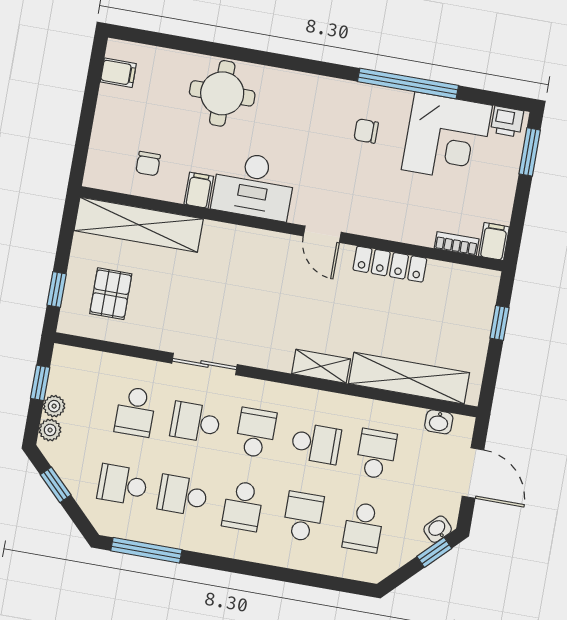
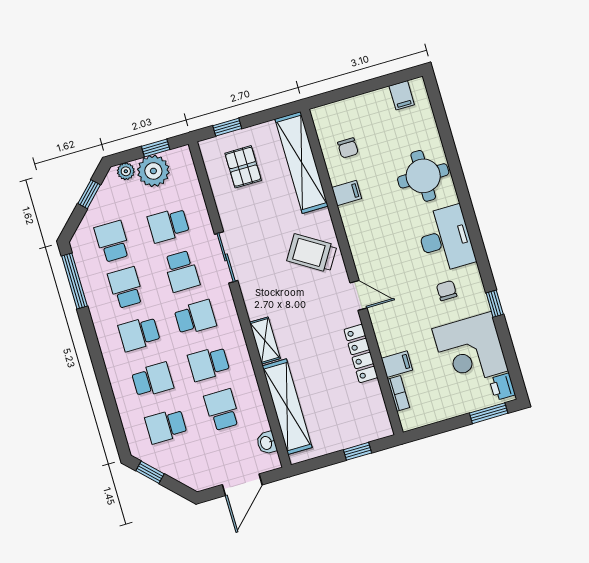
window: (408, 83) -> (495, 304), width x0.32
chair: (148, 164) -> (348, 148), turned -90
desk: (254, 186) -> (445, 239), moved, turned 180
door: (322, 234) -> (359, 295), swing flipped
filing cabinet: (494, 242) -> (397, 364), moved
trolley: (248, 264) -> (312, 253), added
pallet: (111, 294) -> (243, 167), turned 90
plant: (54, 406) -> (153, 171), width x1.87, depth x1.87
school desk: (196, 422) -> (182, 271), turned 180
school desk: (316, 443) -> (209, 364), turned 90
school desk: (376, 454) -> (222, 410), turned -90
washbasin: (438, 529) -> (190, 479), removed
window: (434, 552) -> (150, 472), moved

